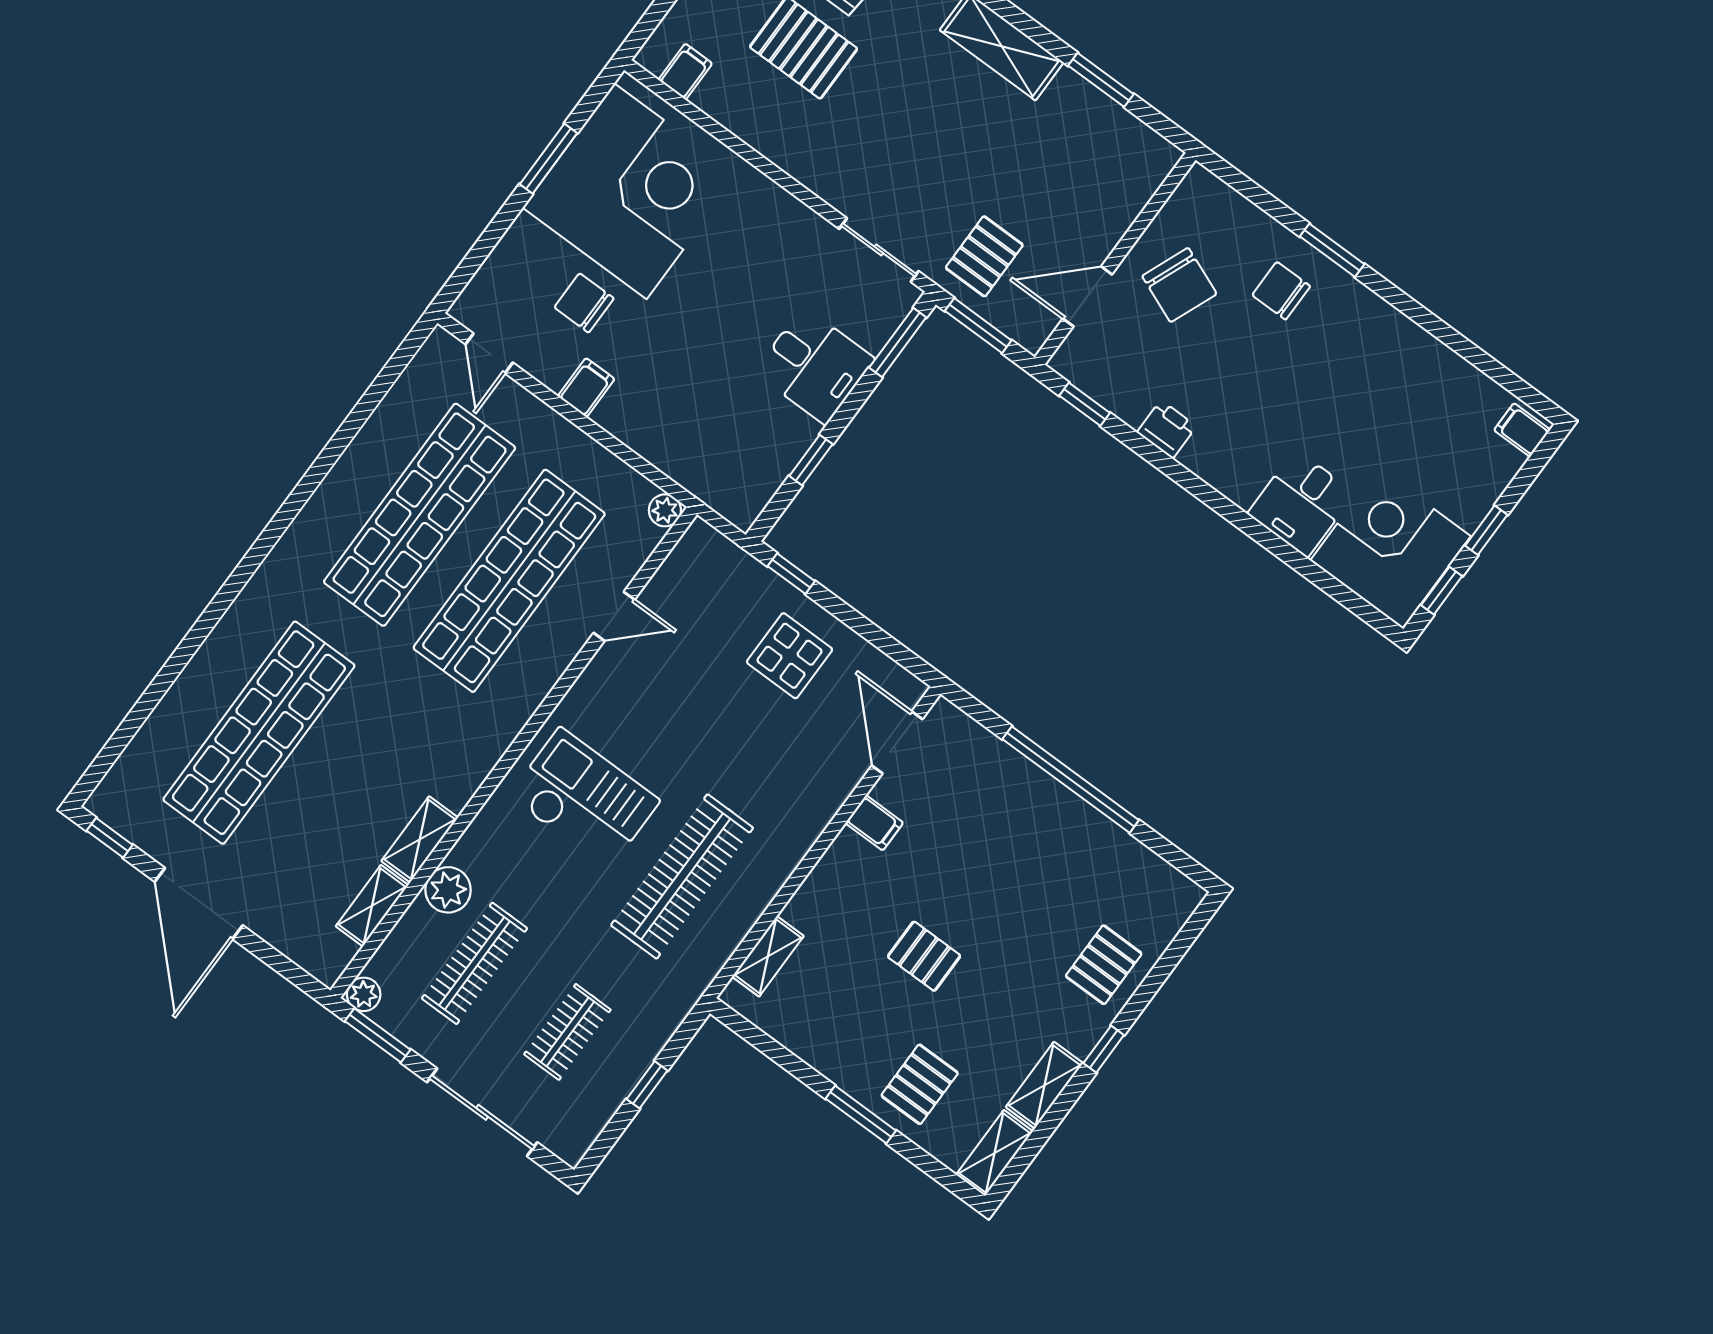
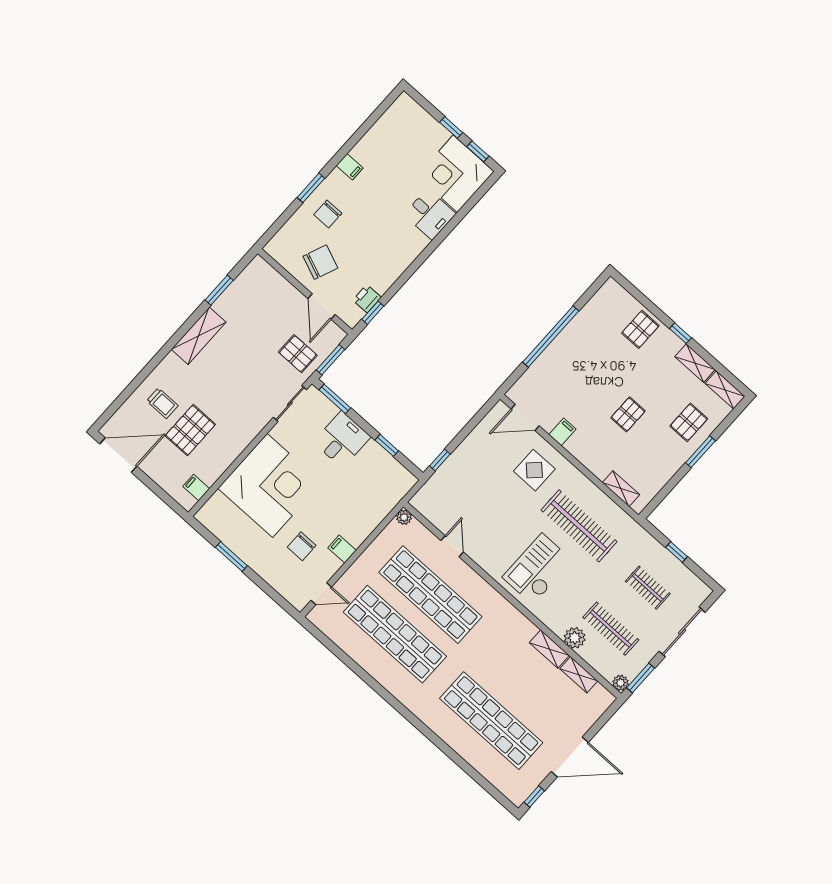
corner desk: (630, 191) -> (270, 486), moved, turned 90
printer: (1167, 429) -> (367, 299), moved
filing cabinet: (1522, 430) -> (350, 167), moved, turned -90
display table: (790, 656) -> (534, 470), moved
pallet: (1104, 965) -> (640, 329), turned 90
pallet: (920, 1084) -> (689, 422), turned 90

